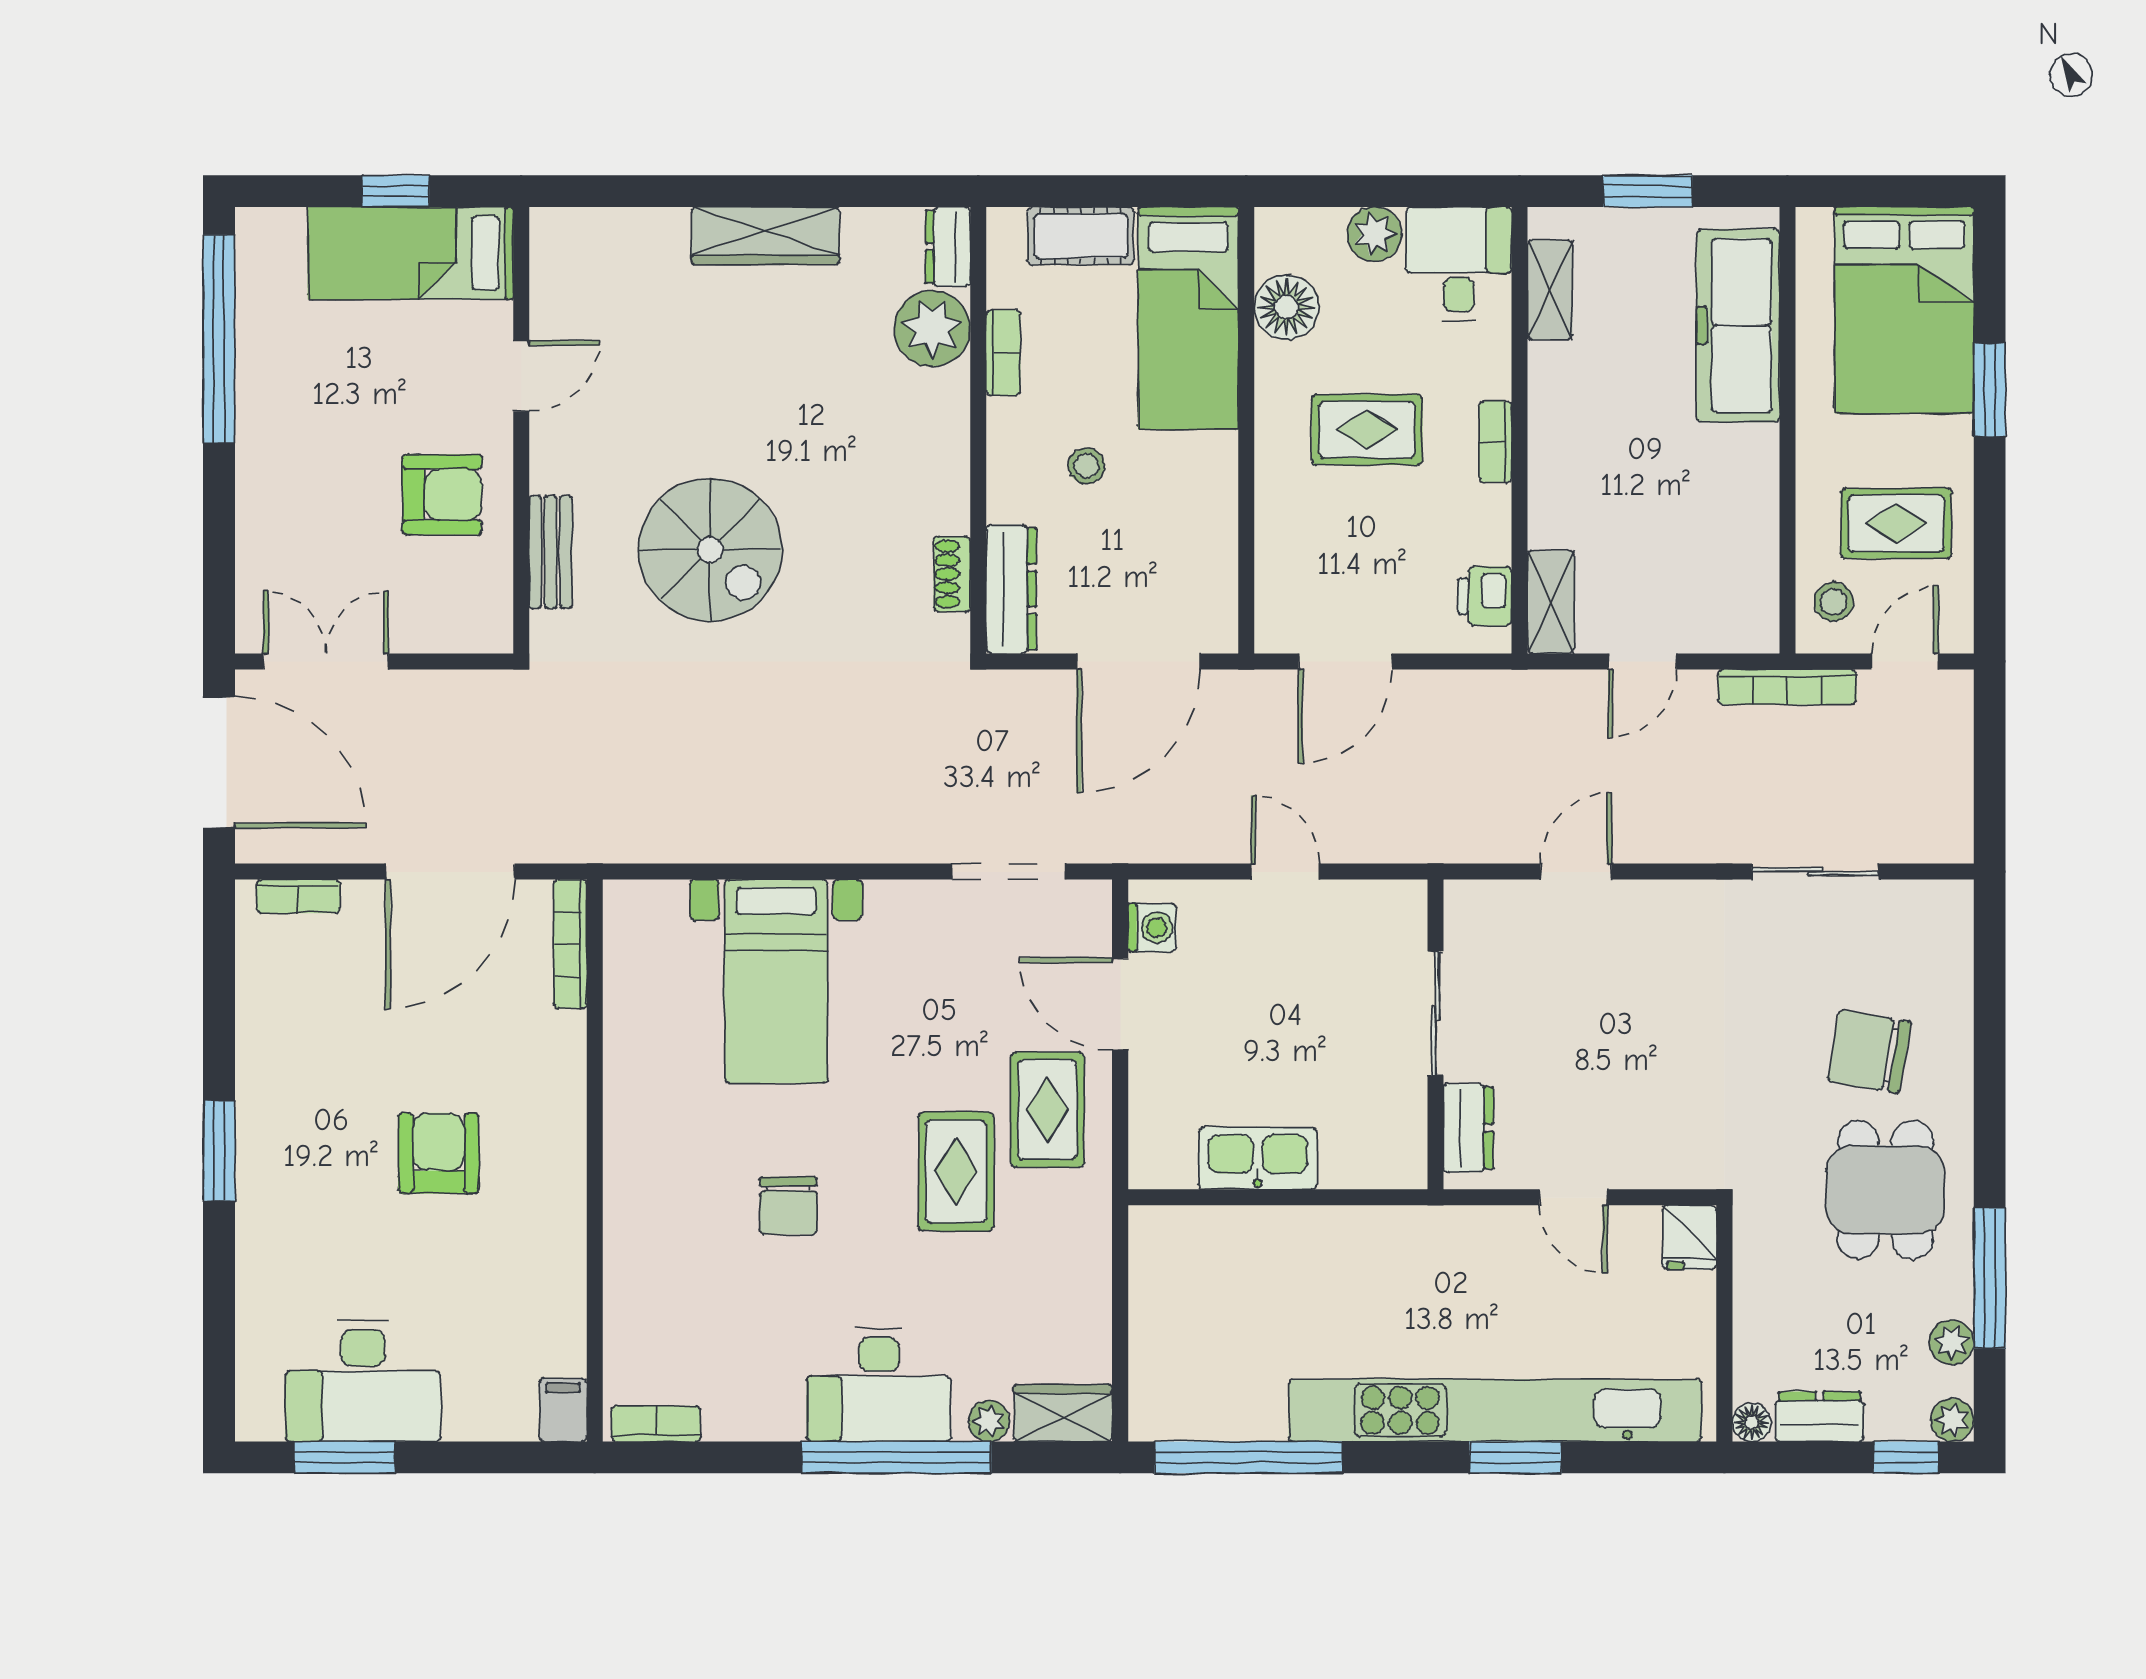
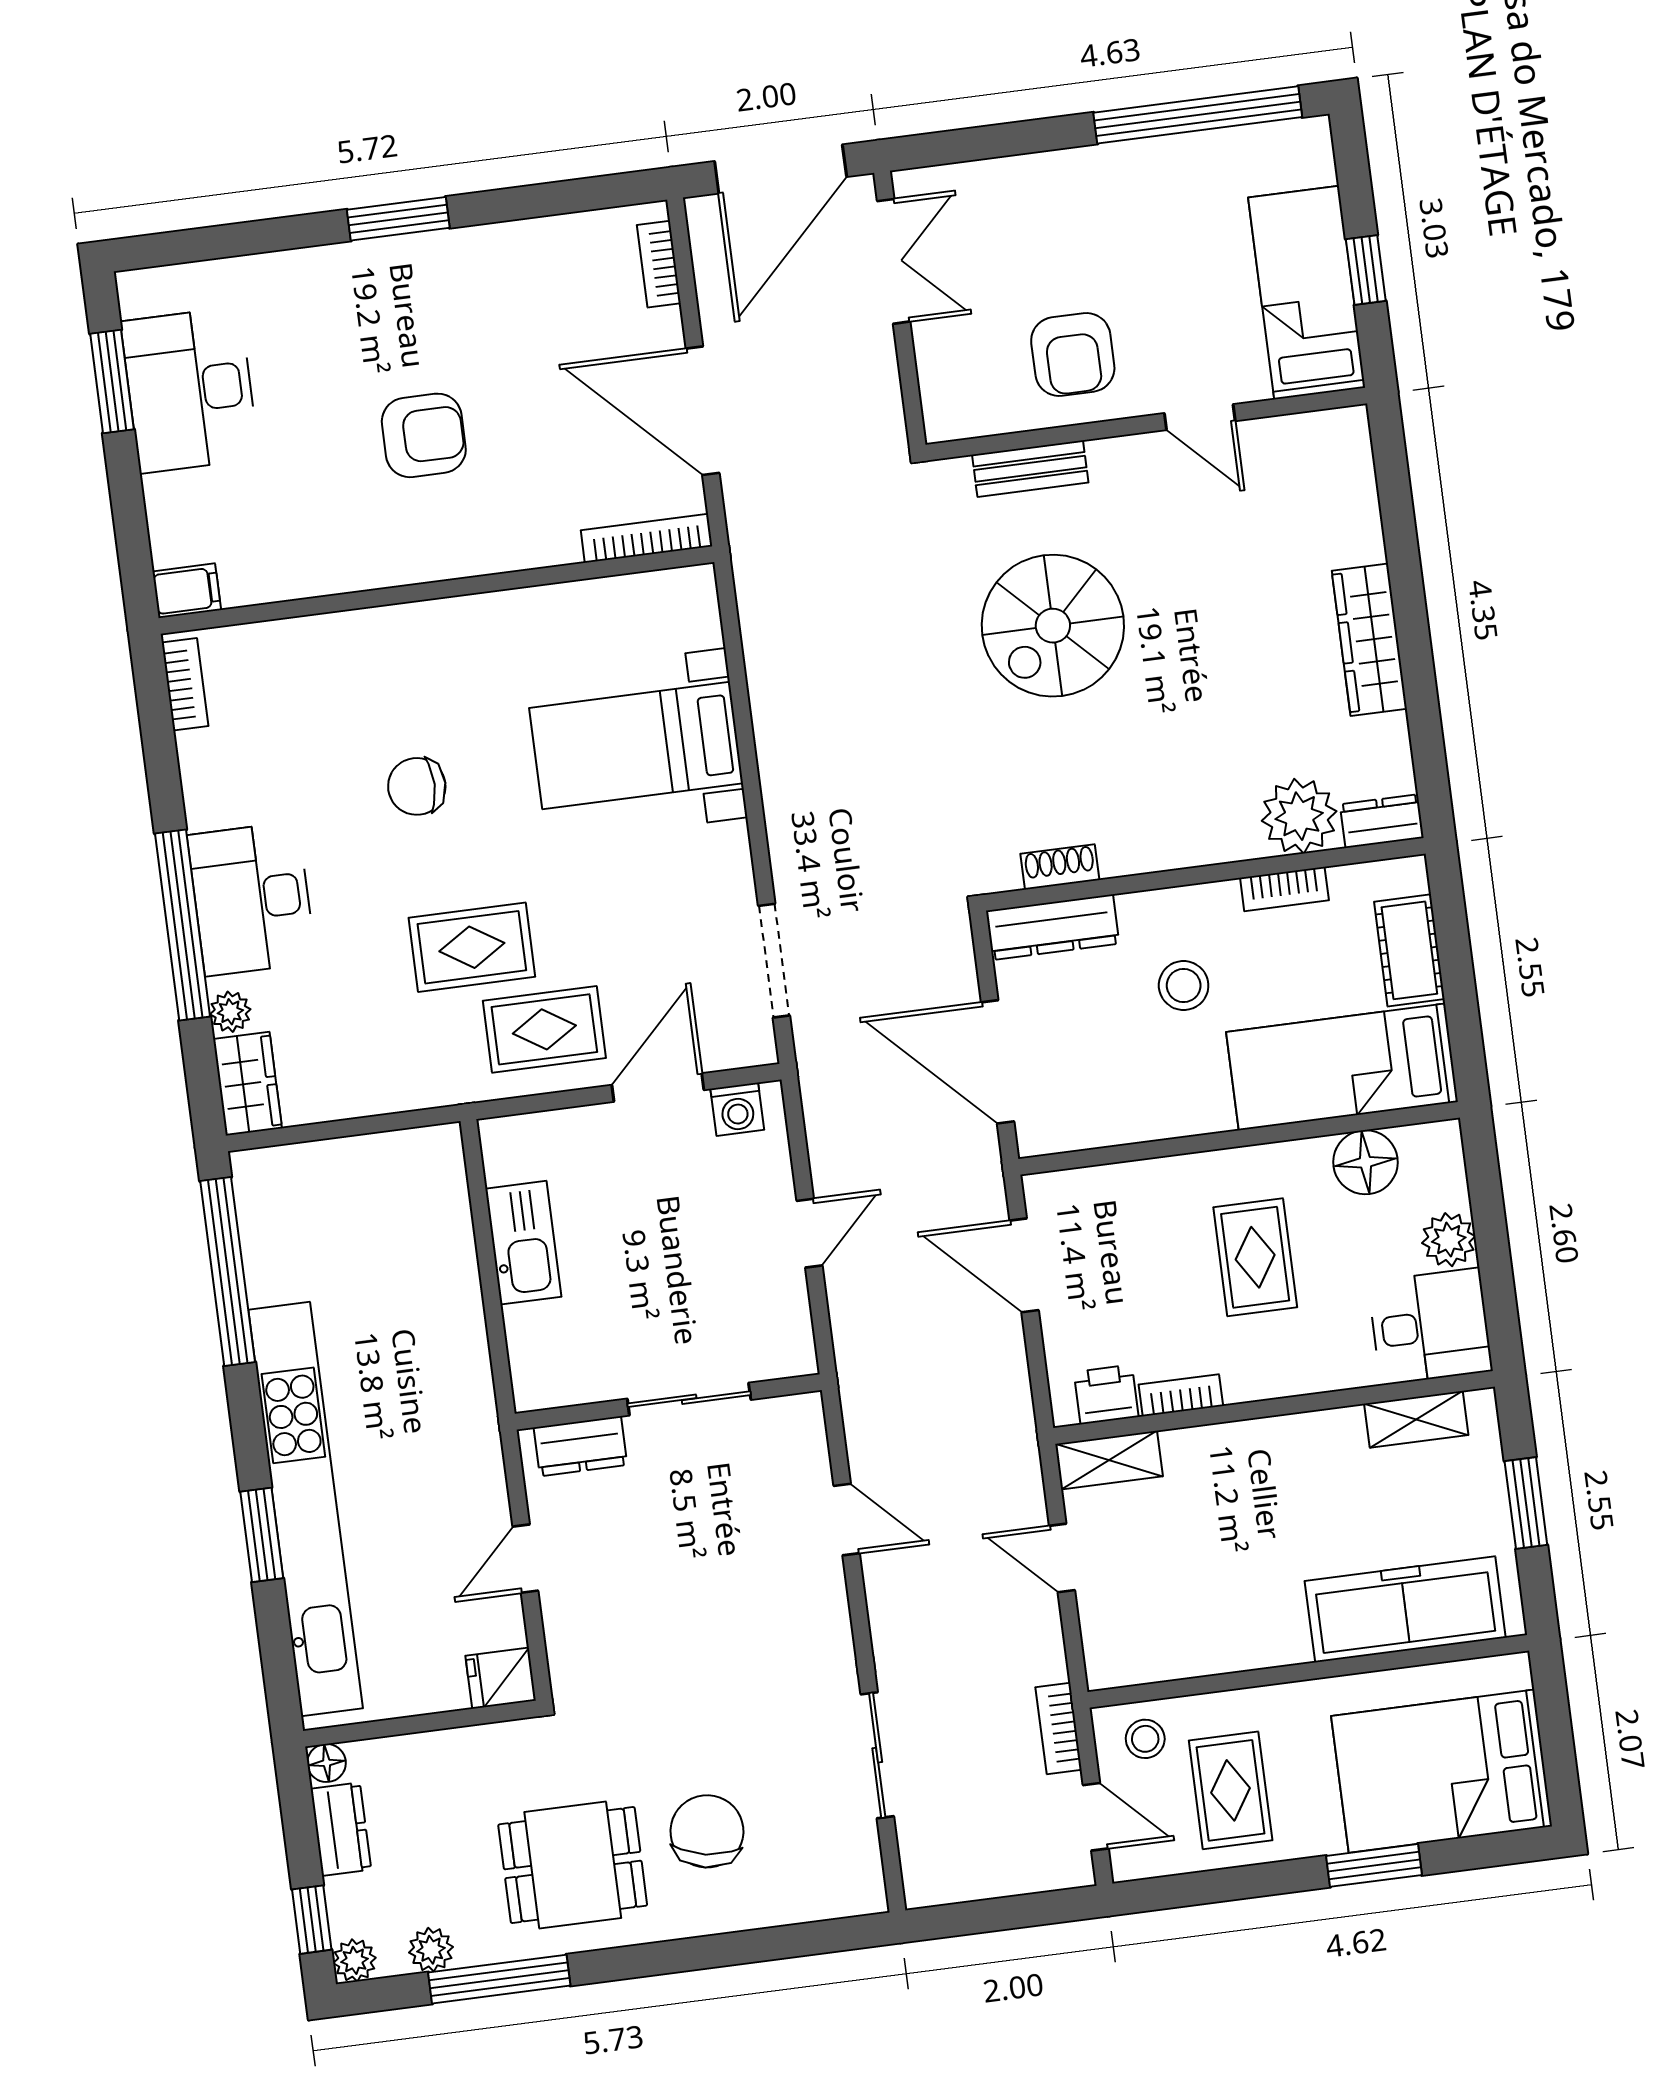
bookcase: (1495, 442) -> (1181, 1395), moved
stool: (1086, 466) -> (1184, 986), width x1.37, depth x1.37
bookcase: (1787, 687) -> (1059, 1728), width x0.64

